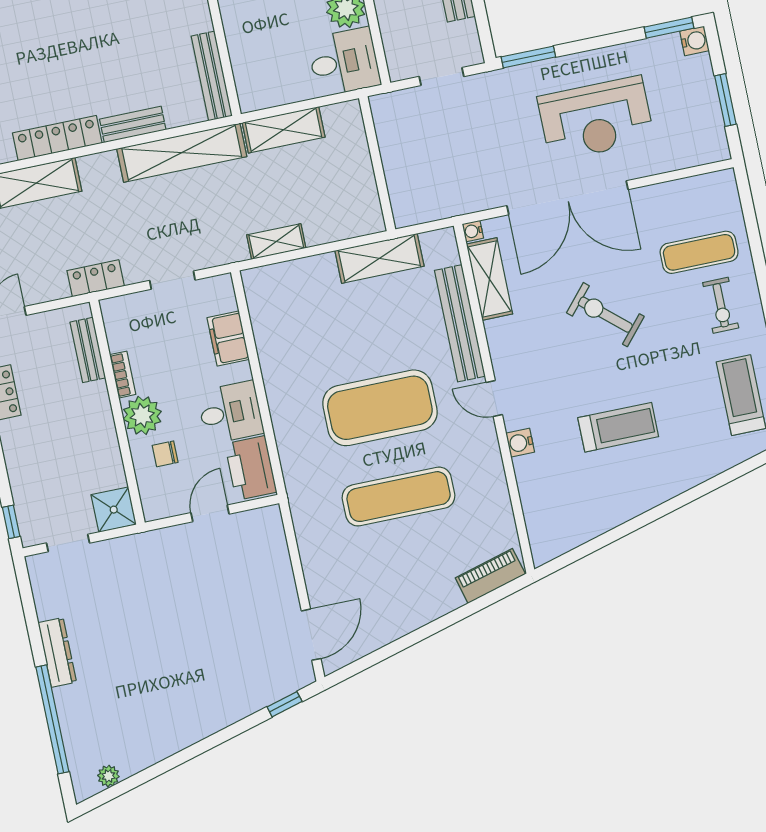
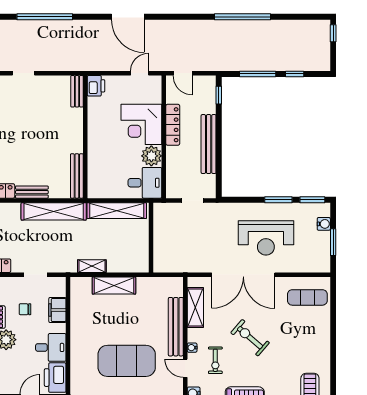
water cooler: (694, 41) -> (324, 224), moved
window: (528, 57) -> (278, 200), moved
shelving: (284, 130) -> (117, 211), width x1.47
water cooler: (473, 231) -> (192, 348), moved
exercise mat: (699, 252) -> (307, 297), moved
shelving: (379, 258) -> (114, 286), moved
exercise bike: (721, 305) -> (215, 360), moved
chair: (165, 454) -> (25, 309), moved

